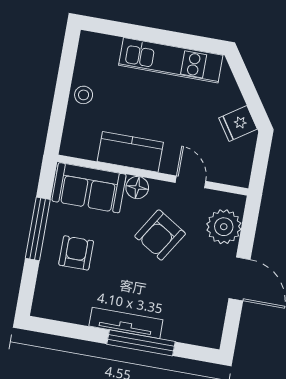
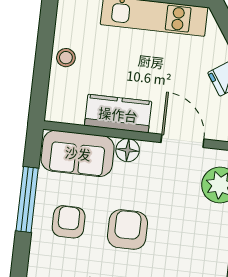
door: (190, 182) -> (182, 141), width x1.38
armchair: (160, 235) -> (127, 230), moved, turned 148

